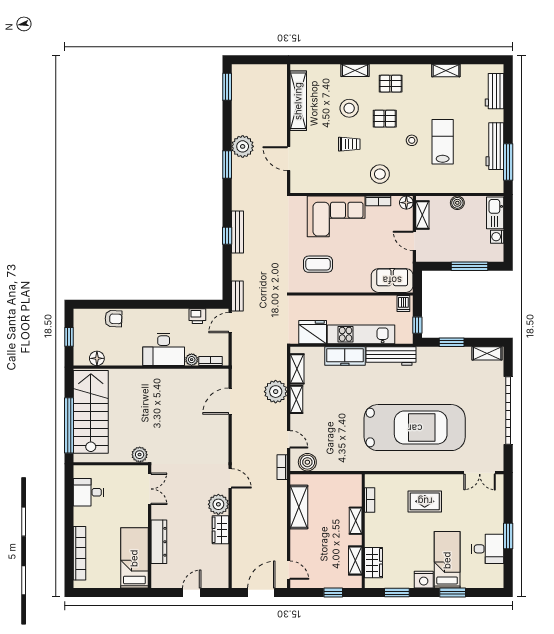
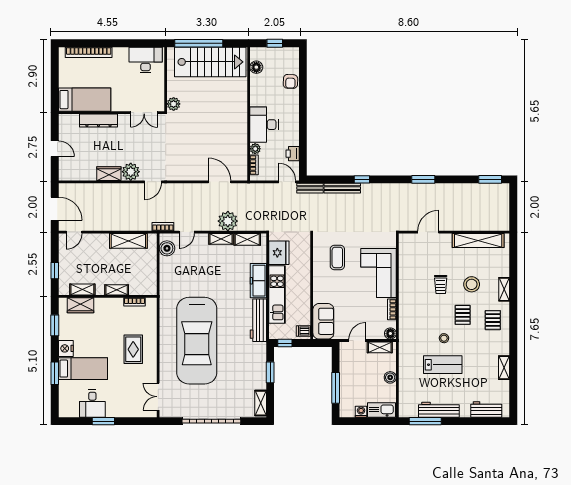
plant: (243, 146) -> (439, 193), removed
stool: (380, 174) -> (415, 311), removed
bench: (237, 232) -> (342, 188), moved
desk: (89, 492) -> (146, 60), width x1.37

